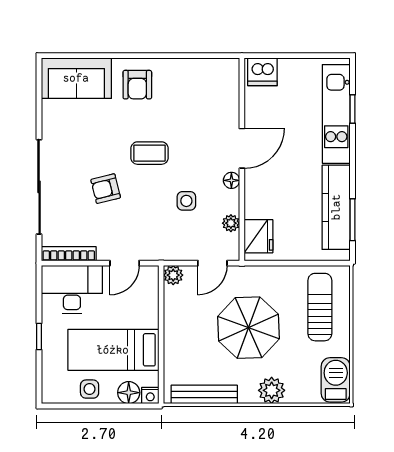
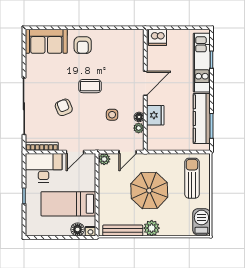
floor lamp: (231, 180) -> (139, 117), moved
armchair: (106, 189) -> (64, 107), turned 82
fridge: (258, 236) -> (155, 115), moved
side table: (90, 389) -> (54, 227), removed
plant: (272, 390) -> (152, 228), moved

